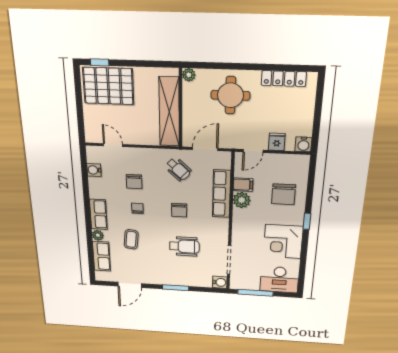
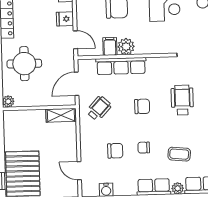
shelving: (169, 112) -> (61, 115), width x0.45, depth x0.75
door: (113, 145) -> (79, 171), hinge flipped
door: (205, 149) -> (77, 84), hinge flipped

